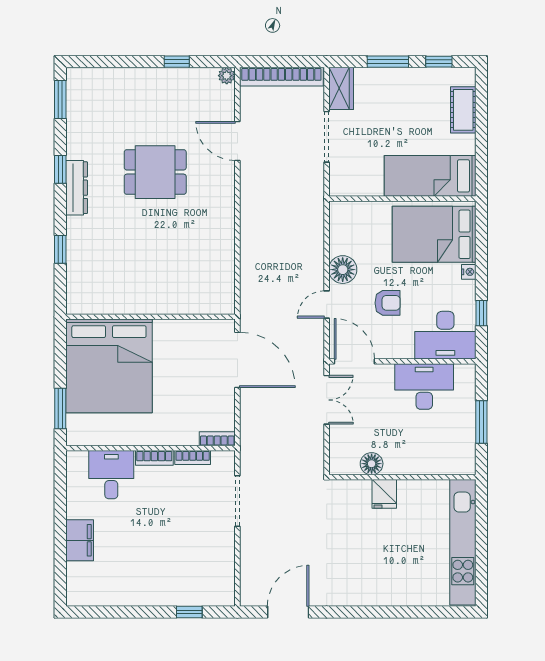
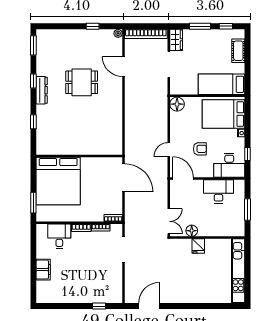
floor lamp: (343, 270) -> (177, 104), moved
double door: (327, 400) -> (169, 221), moved

